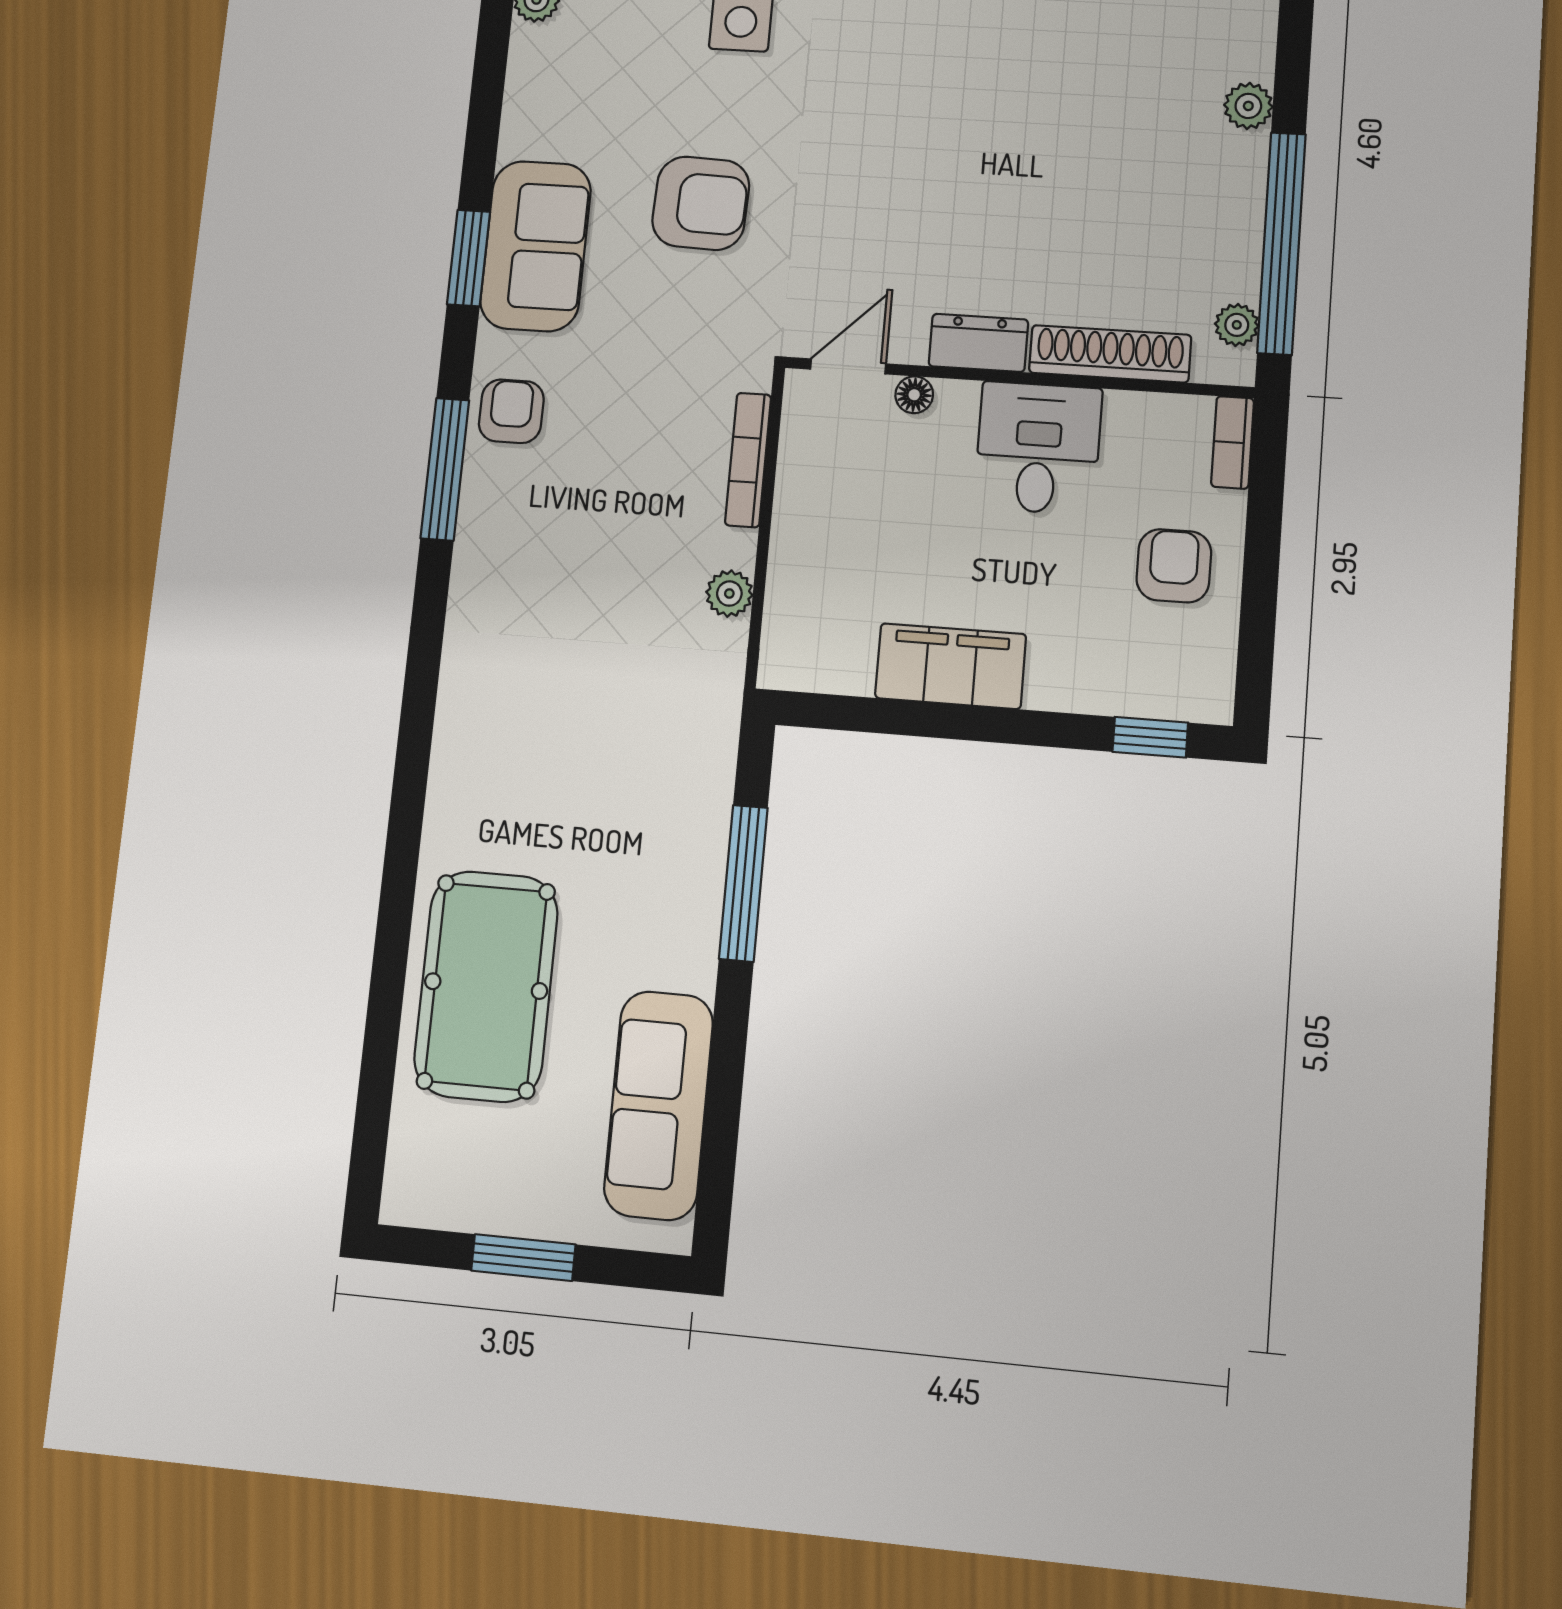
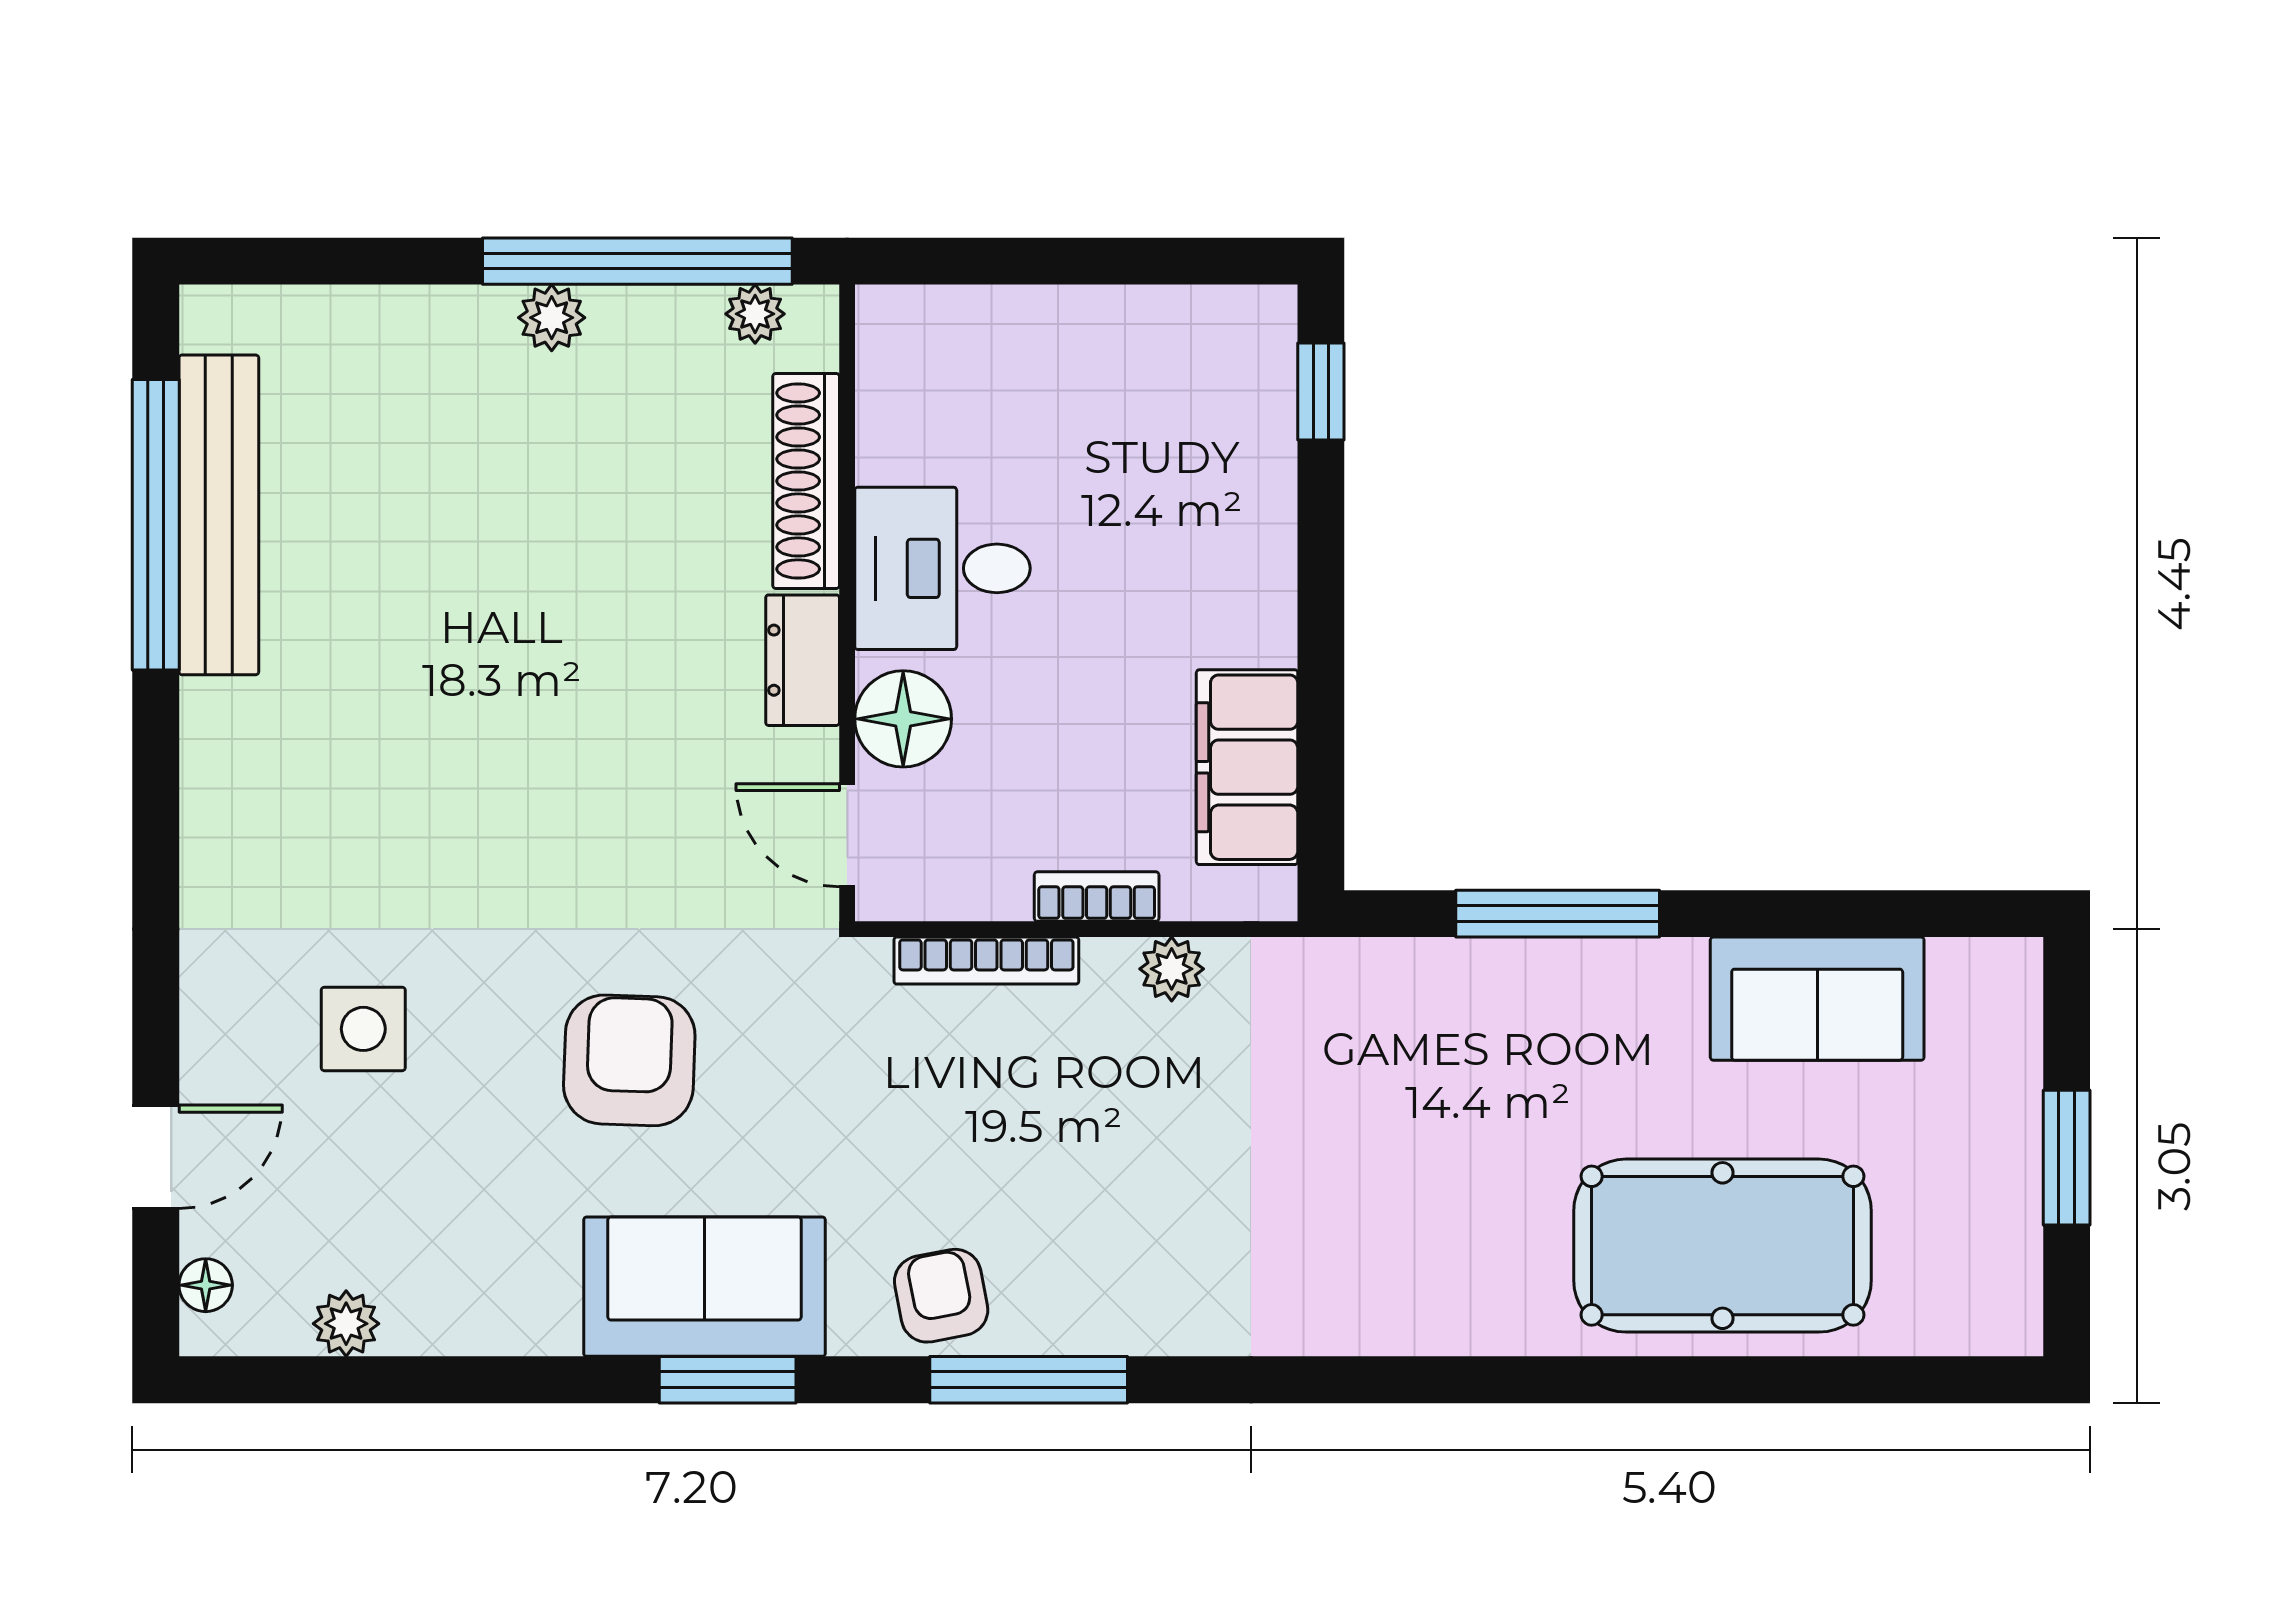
plant: (1248, 106) -> (552, 318), moved
floor lamp: (914, 395) -> (903, 719), width x1.89, depth x1.89
armchair: (511, 411) -> (941, 1296), turned 79
bookcase: (1233, 442) -> (1097, 897), moved, turned 180
armchair: (1174, 566) -> (1090, 376), removed
filing cabinet: (951, 666) -> (1247, 767), moved
sofa: (659, 1105) -> (1817, 999), width x0.73

